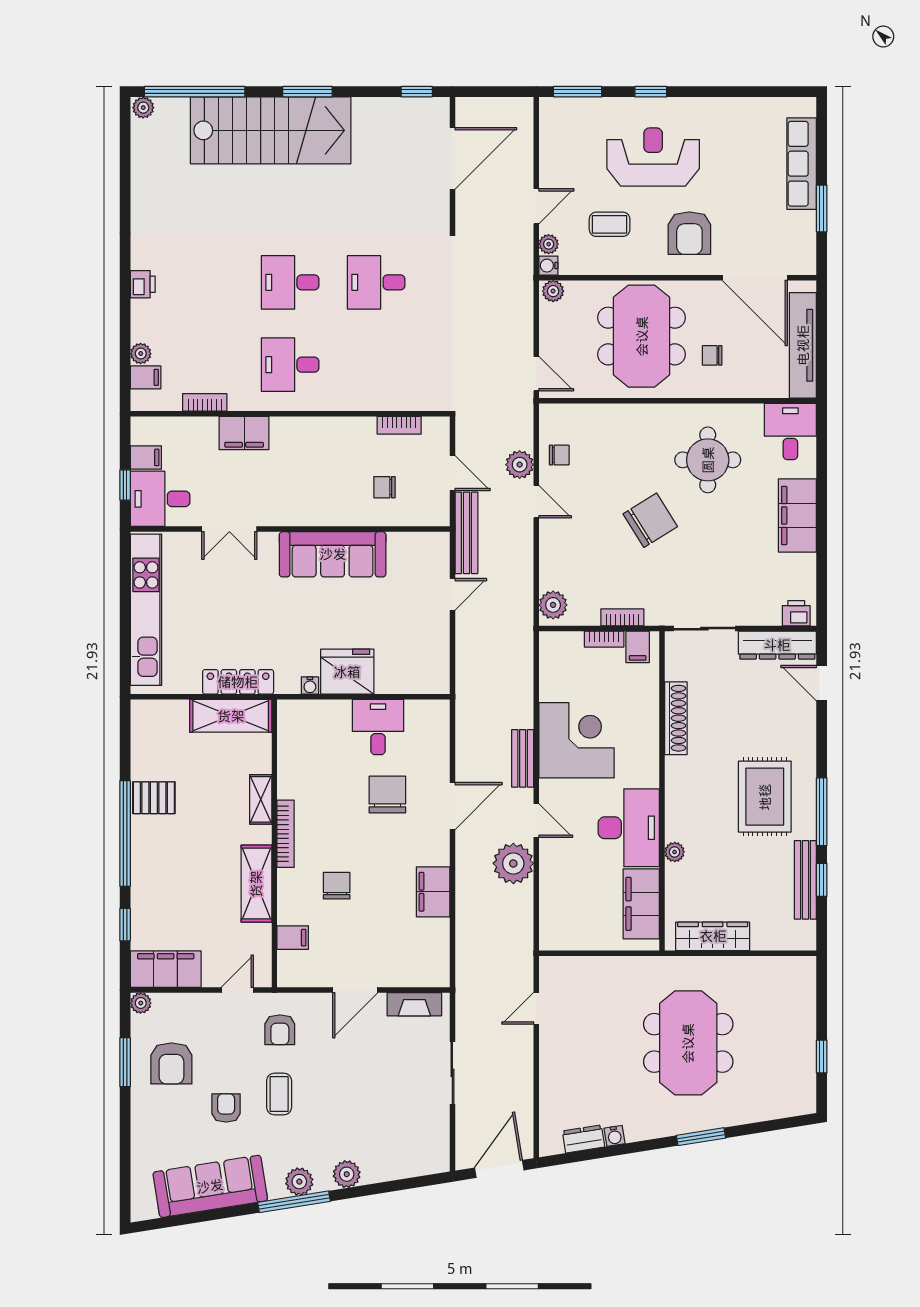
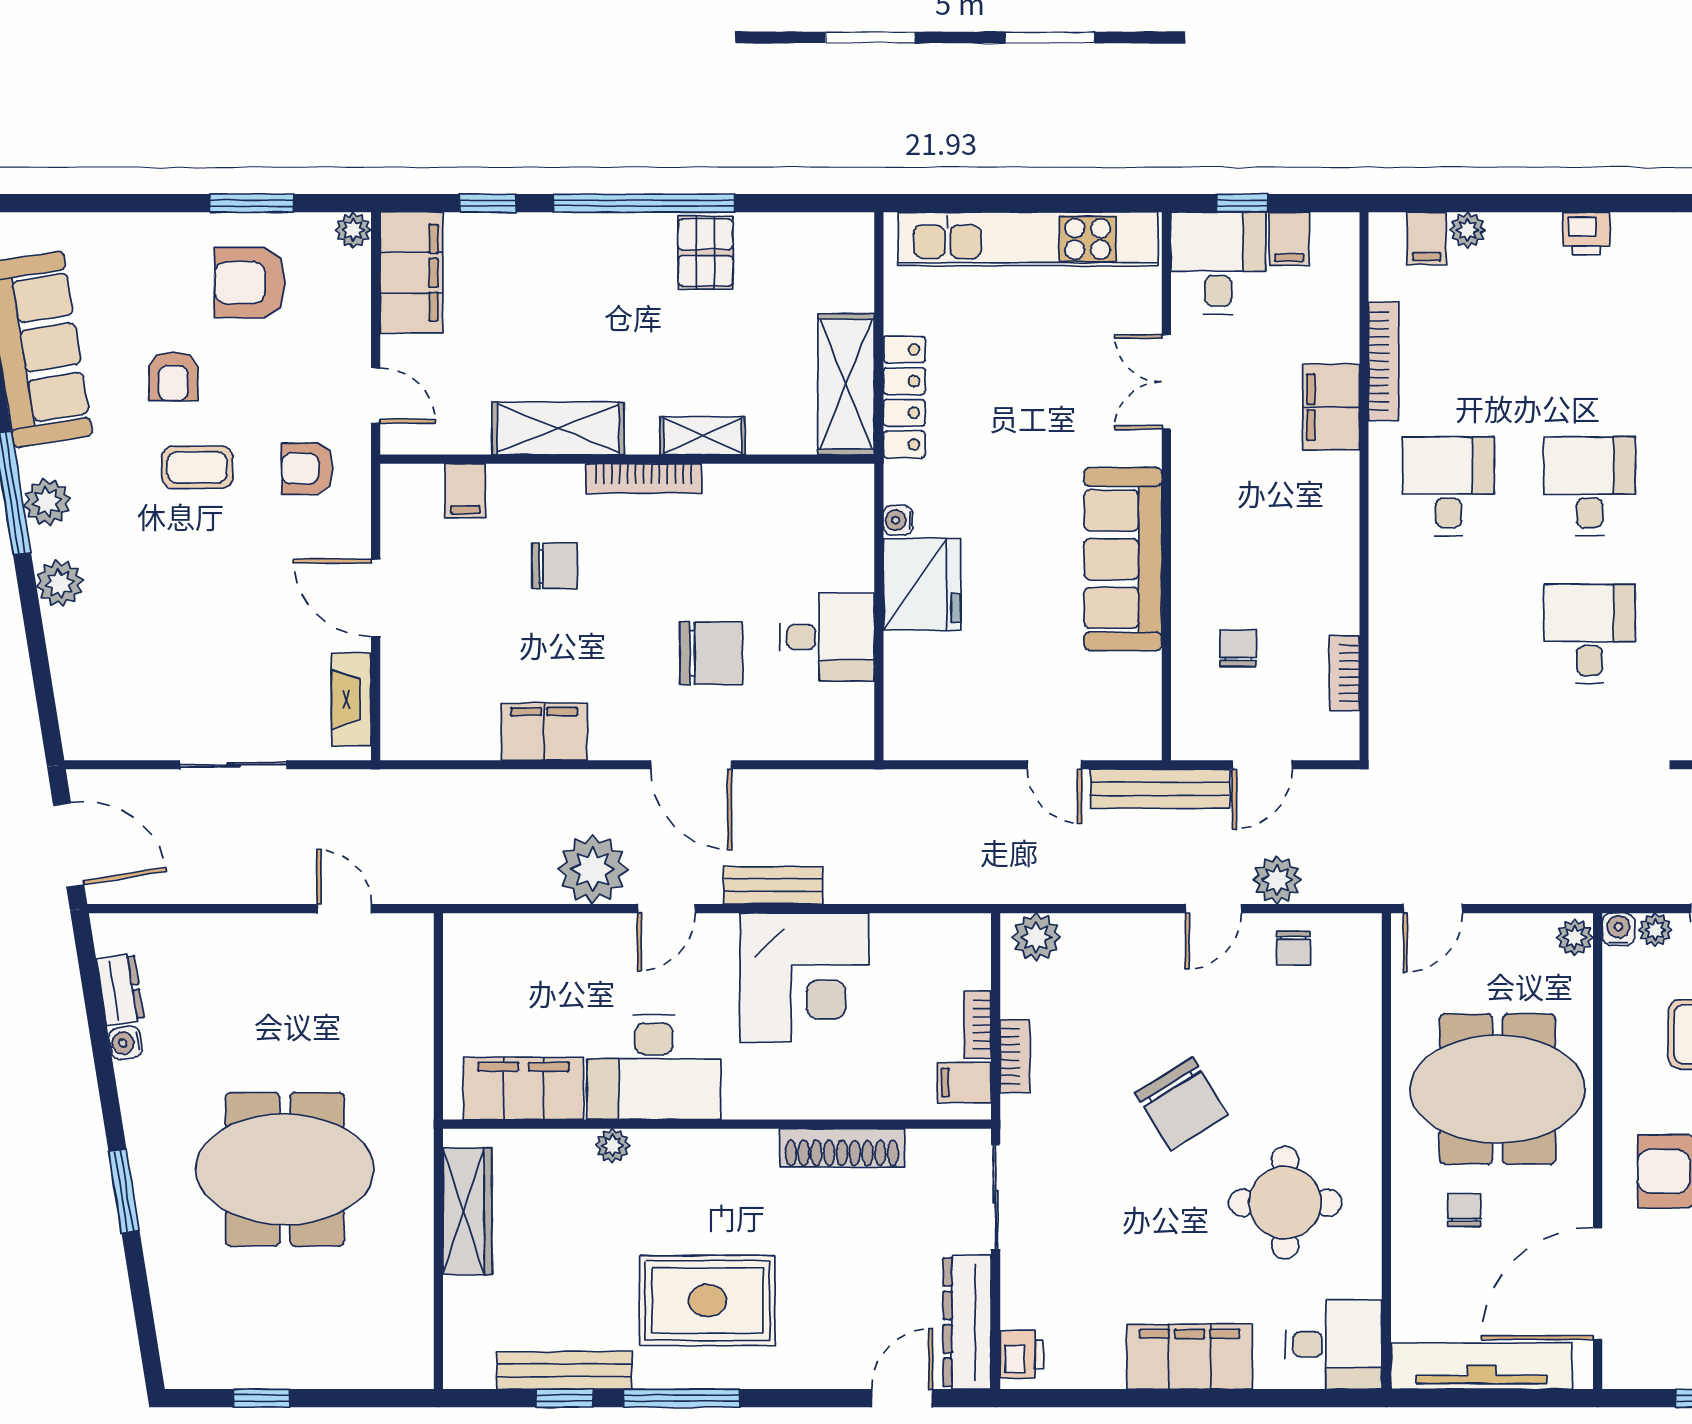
bookcase: (205, 402) -> (1384, 361), width x1.56
armchair: (226, 1108) -> (173, 376), turned 90

